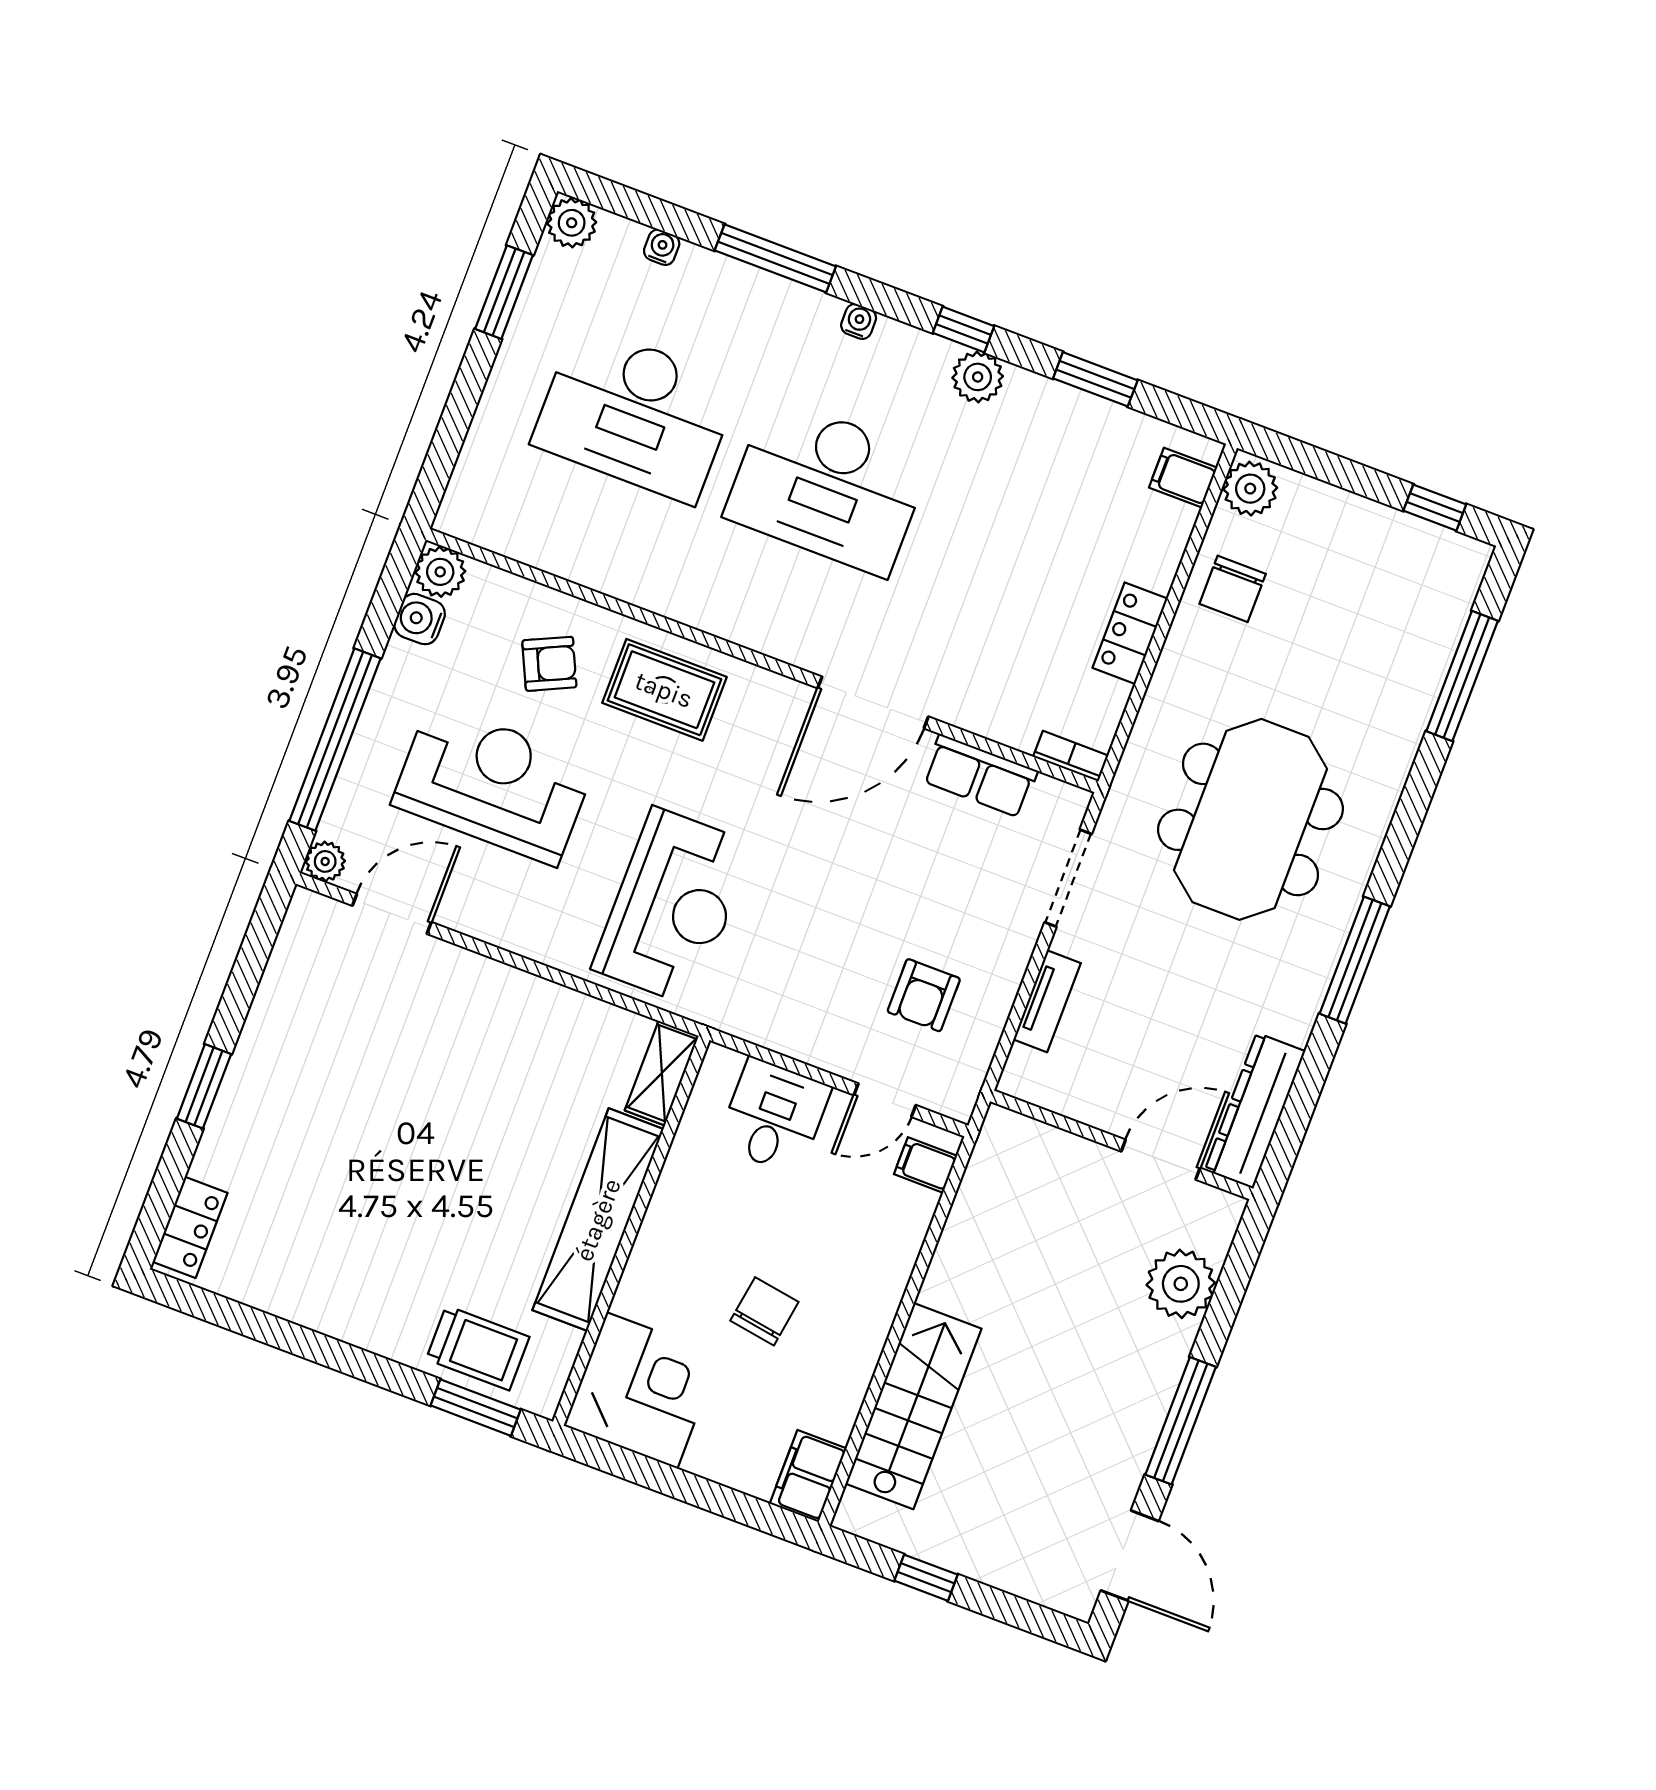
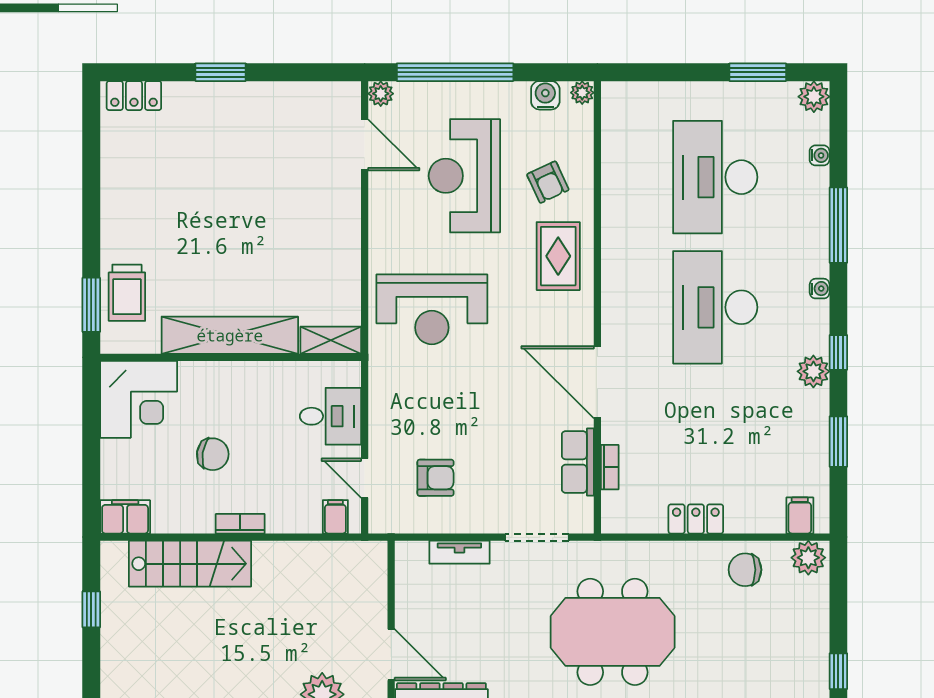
plant: (440, 572) -> (582, 93), width x0.73, depth x0.73
bookcase: (1071, 756) -> (610, 467), moved
reception desk: (493, 784) -> (464, 176), turned 180
armchair: (924, 995) -> (435, 478), turned 180
bookcase: (883, 1310) -> (240, 524), added

